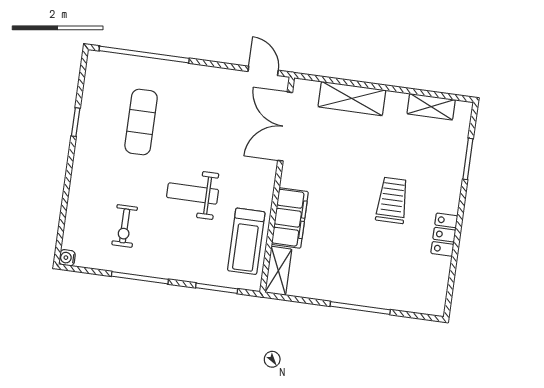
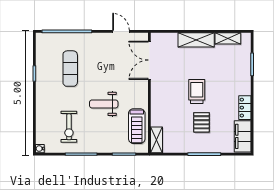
door: (263, 71) -> (121, 31), moved
shelving: (352, 98) -> (196, 40), moved
trolley: (392, 200) -> (197, 91), moved
filing cabinet: (290, 218) -> (243, 136), moved, turned 180
exercise bike: (125, 226) -> (69, 127), width x1.38, depth x1.39
pallet: (363, 250) -> (201, 122), added

